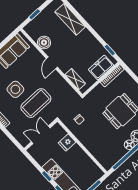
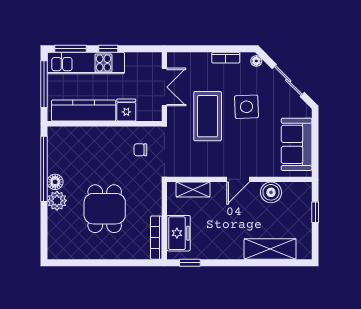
door: (52, 63) -> (238, 179), swing flipped
kitchen counter: (85, 162) -> (84, 111), added

